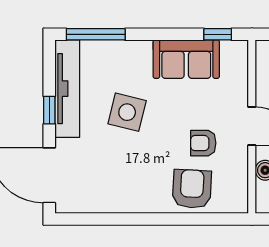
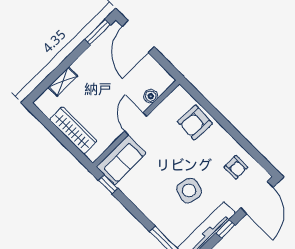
sofa: (186, 59) -> (121, 160), moved, turned 90
armchair: (203, 143) -> (236, 167), moved

